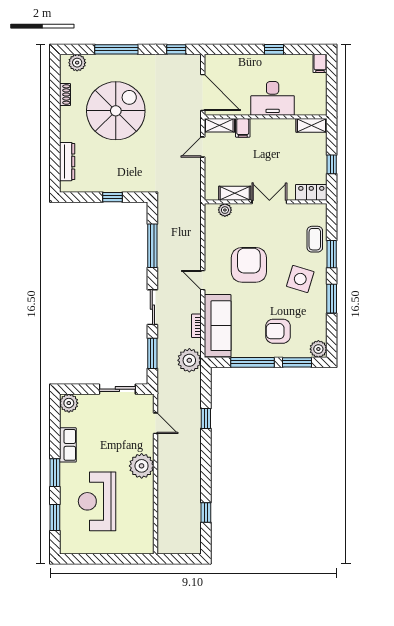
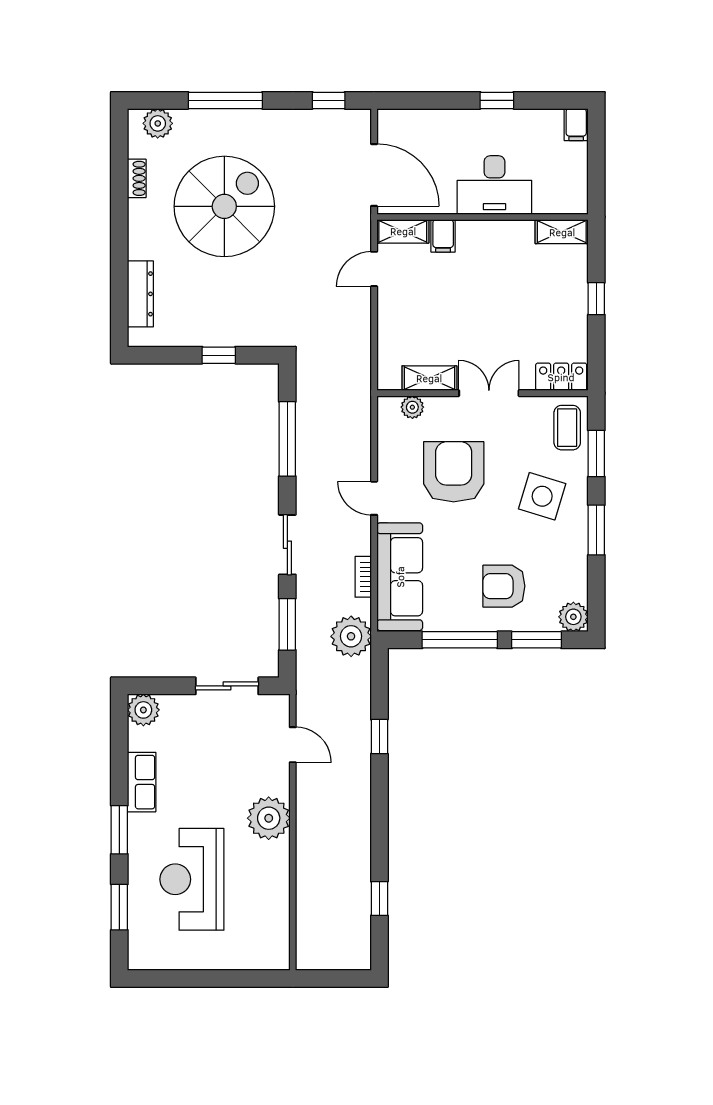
locker: (311, 192) -> (561, 377), moved
shelving: (235, 193) -> (429, 378), moved
wall: (266, 202) -> (482, 393), moved
double door: (269, 202) -> (489, 393), moved
plant: (225, 210) -> (412, 407), moved

